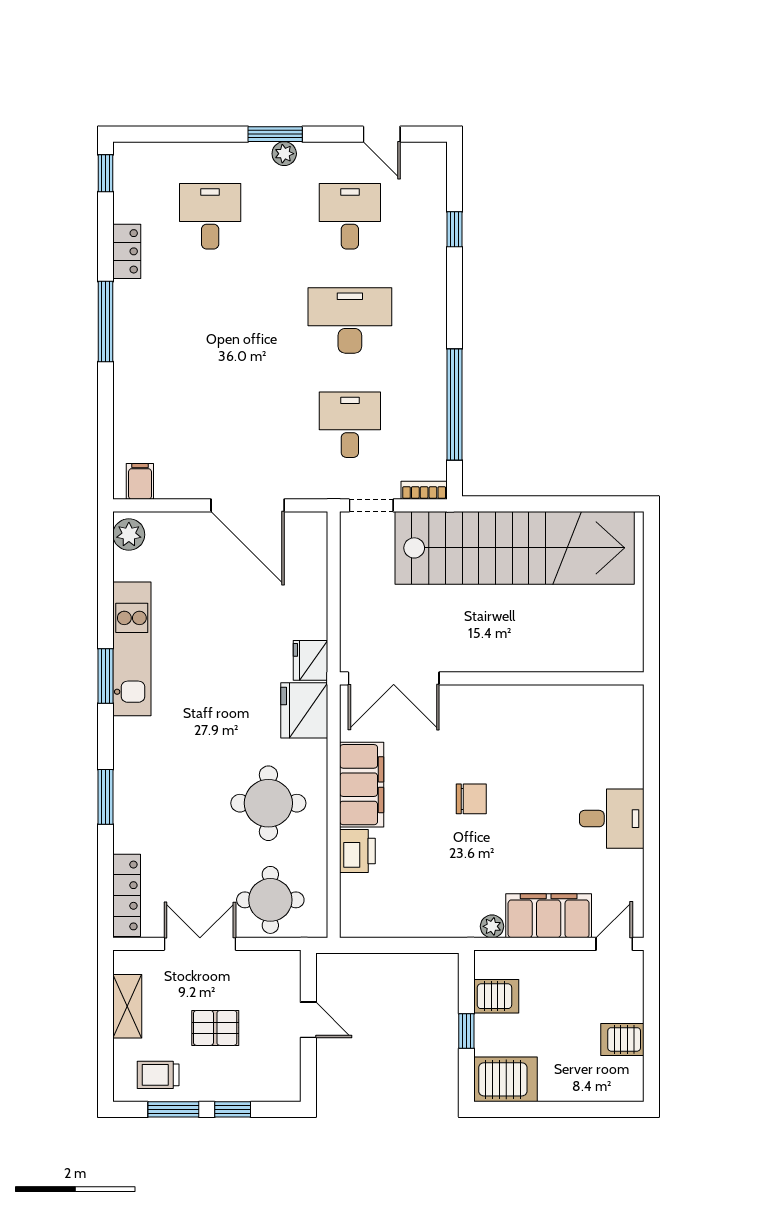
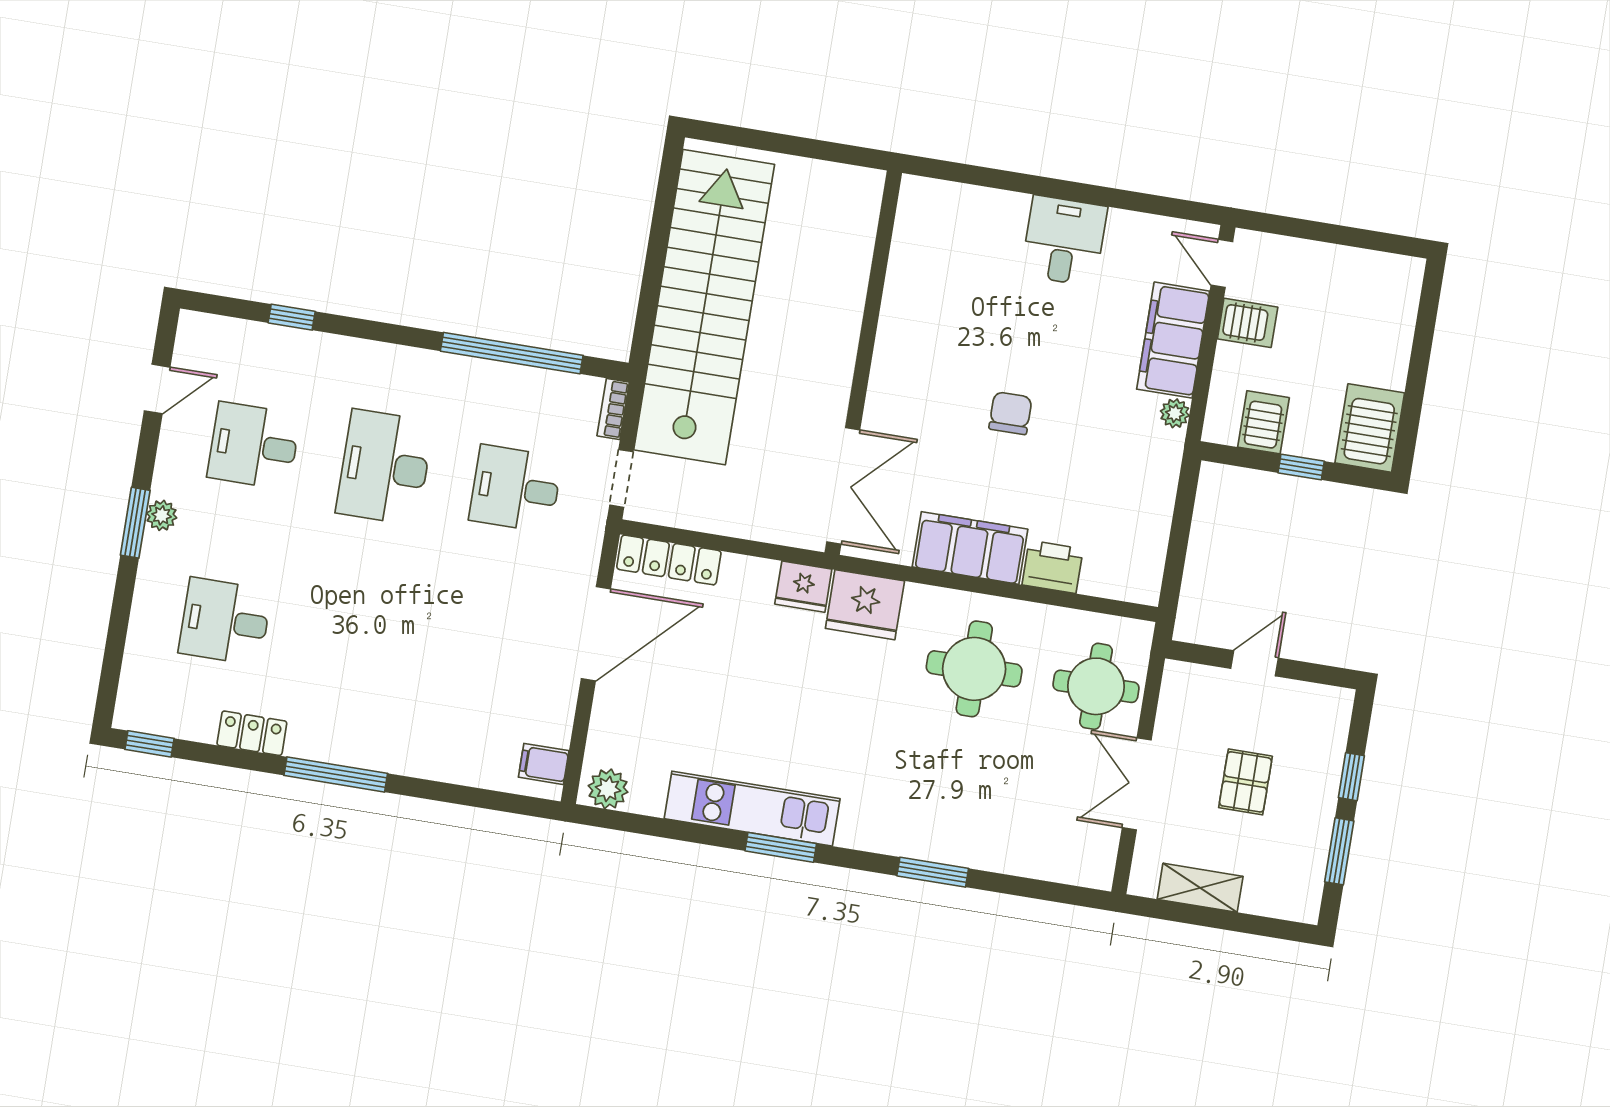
locker: (127, 895) -> (669, 560), moved, turned 180
server rack: (622, 1039) -> (1248, 323), moved, turned -90
trolley: (158, 1075) -> (1293, 863), removed

